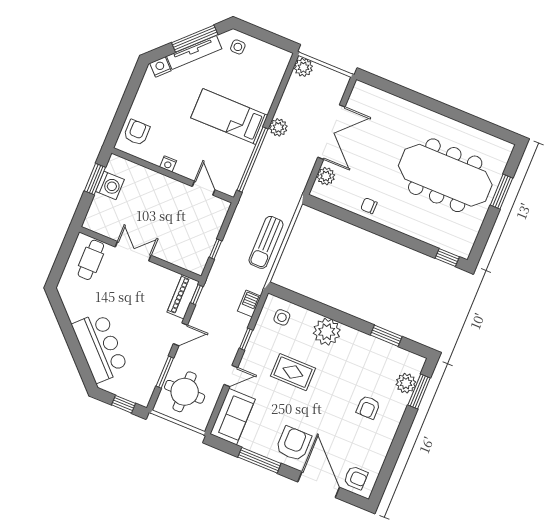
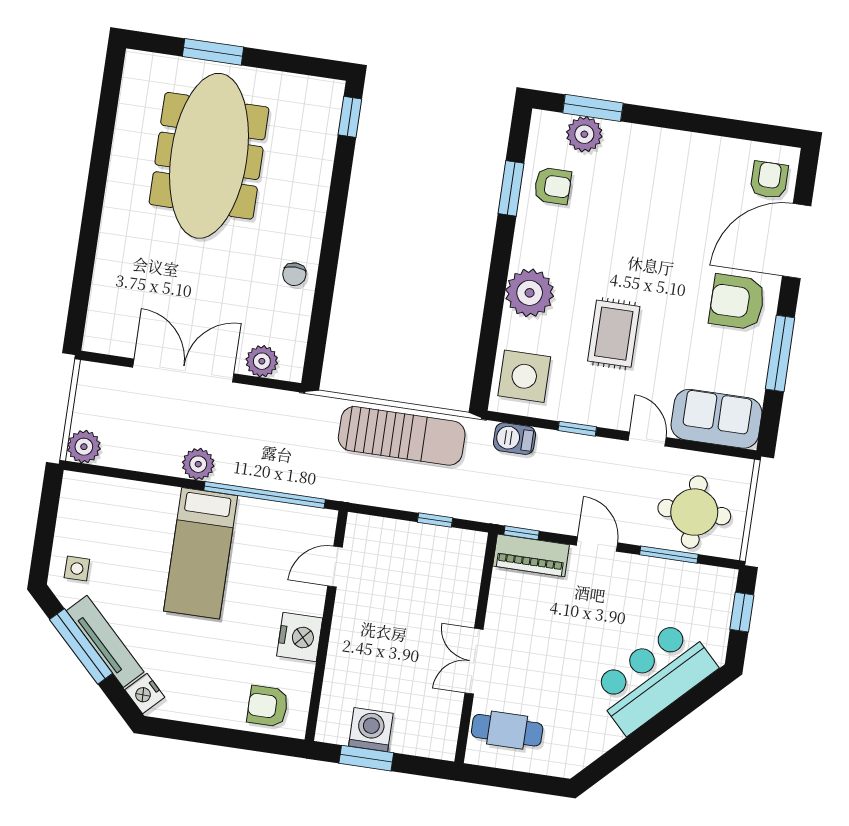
nightstand: (168, 164) -> (300, 637), width x1.89, depth x1.79
sun lounger: (266, 242) -> (402, 436), width x1.36, depth x1.34
side table: (282, 317) -> (524, 376), width x1.87, depth x1.87
armchair: (368, 407) -> (553, 186), moved

